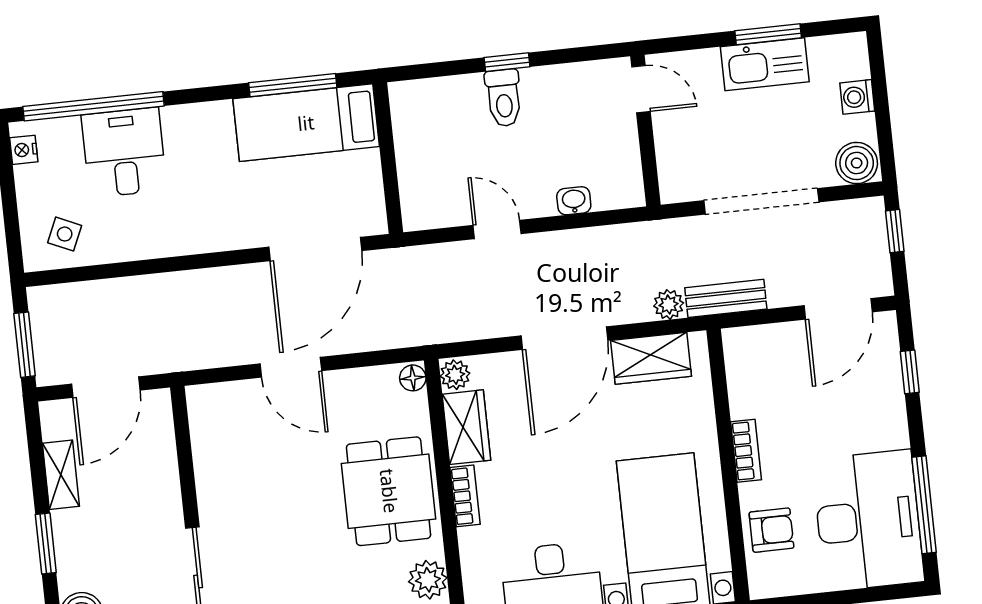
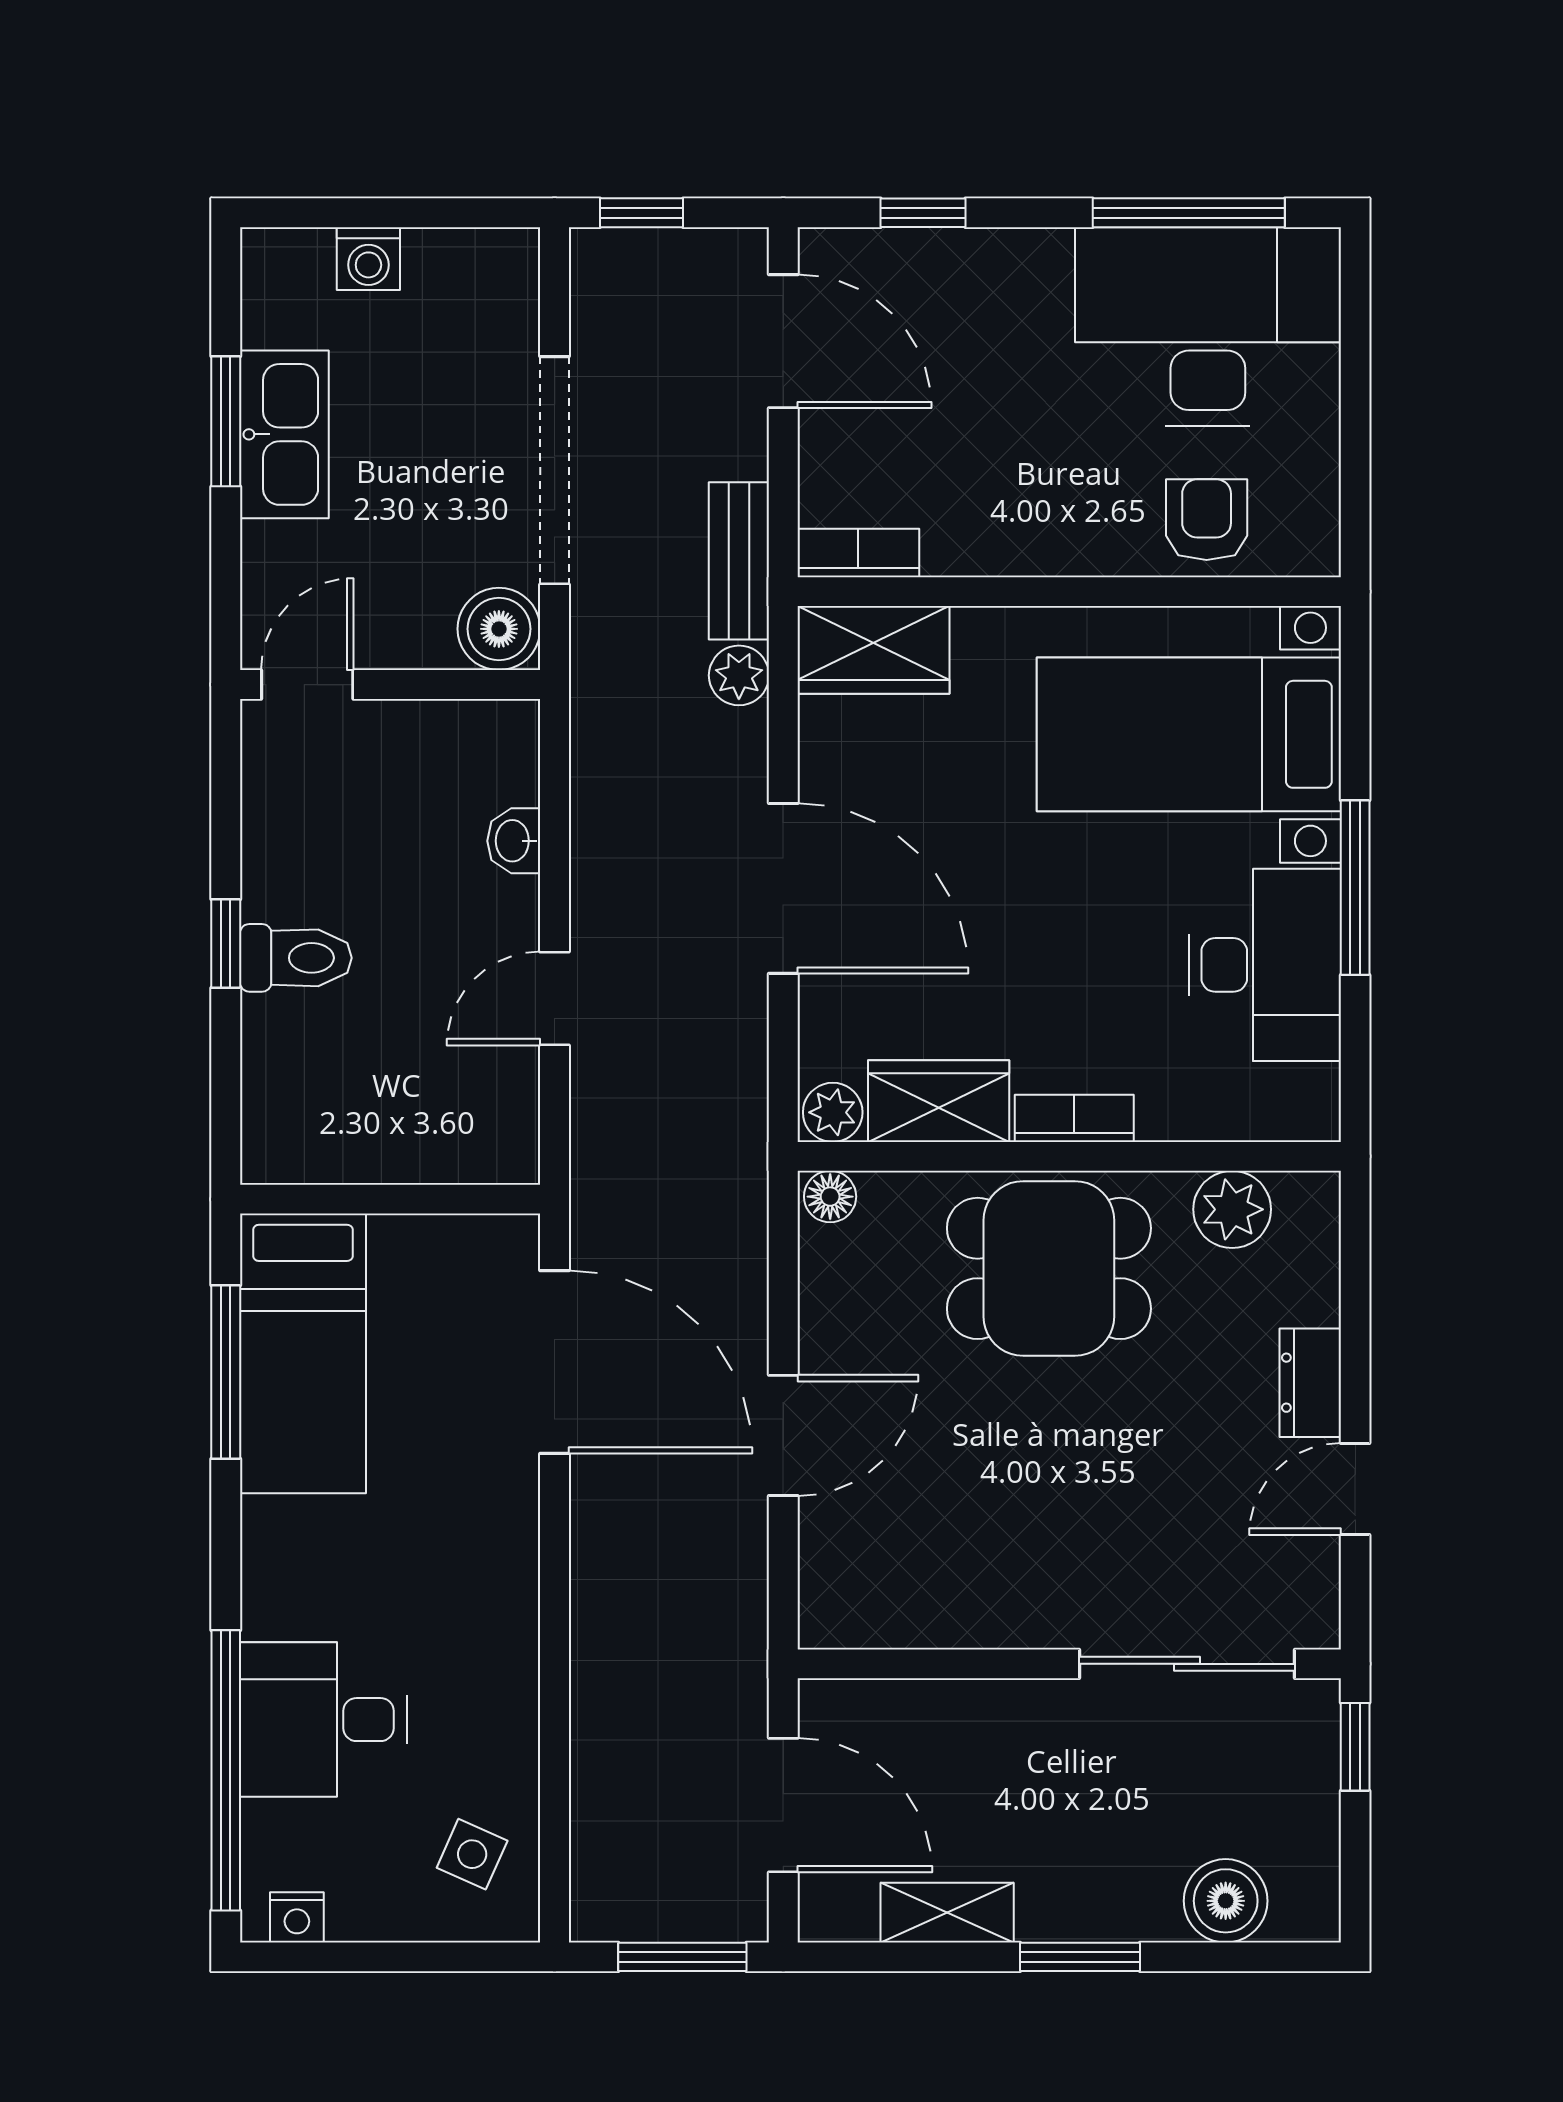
boiler: (857, 163) -> (499, 629), moved
wardrobe: (651, 358) -> (873, 650), moved, turned 90
bookcase: (746, 451) -> (858, 553), moved

